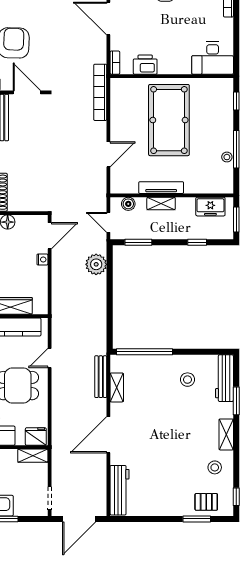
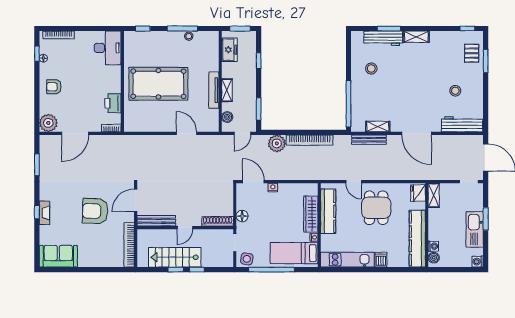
bookcase: (100, 92) -> (310, 140), moved
workbench: (224, 378) -> (383, 38), moved
stool: (215, 467) -> (455, 91), moved

